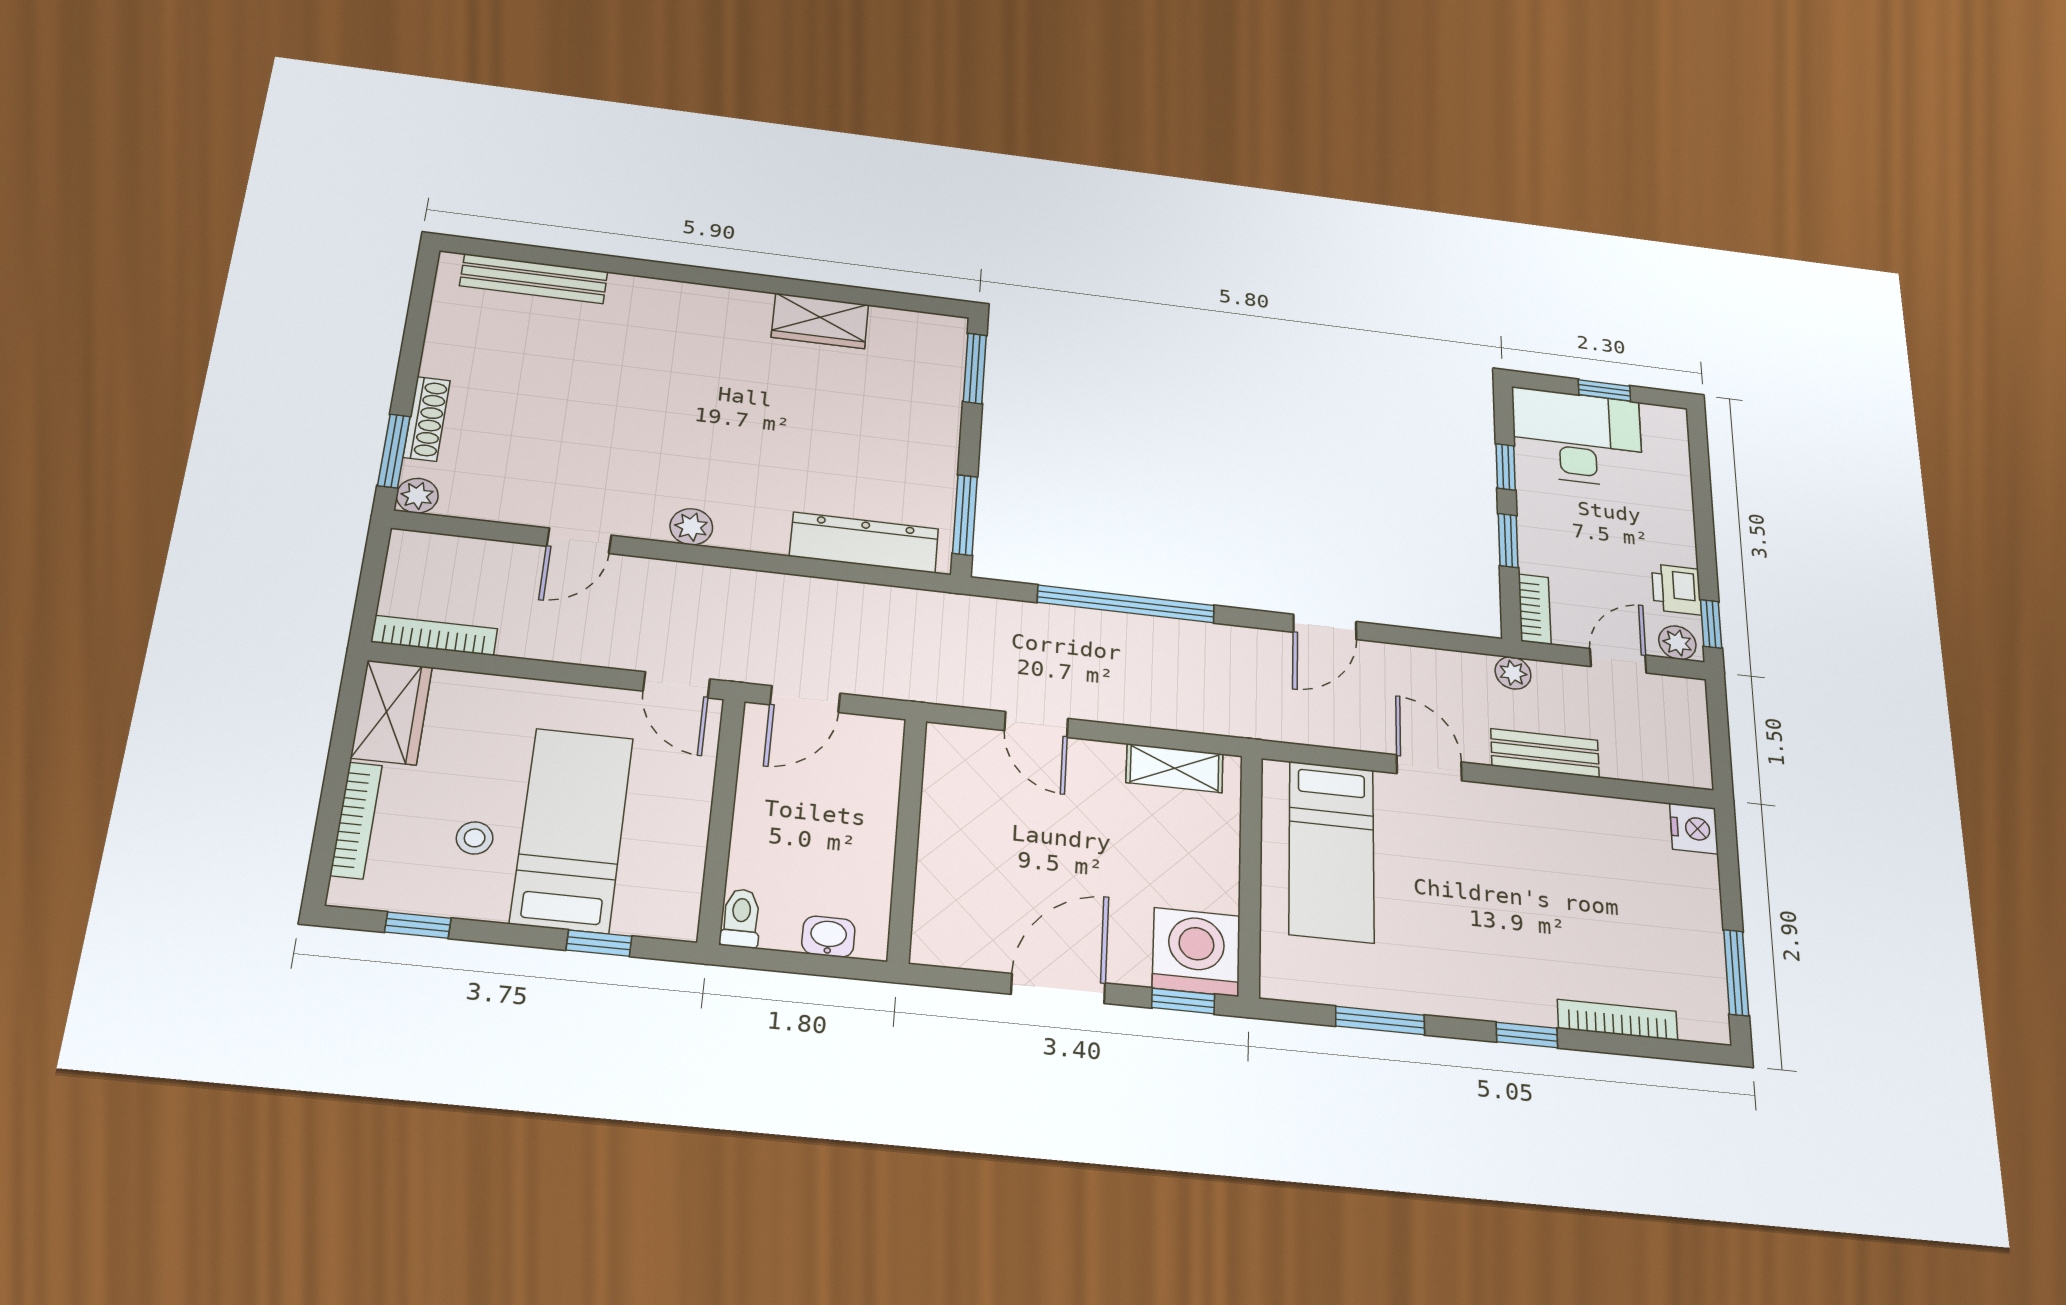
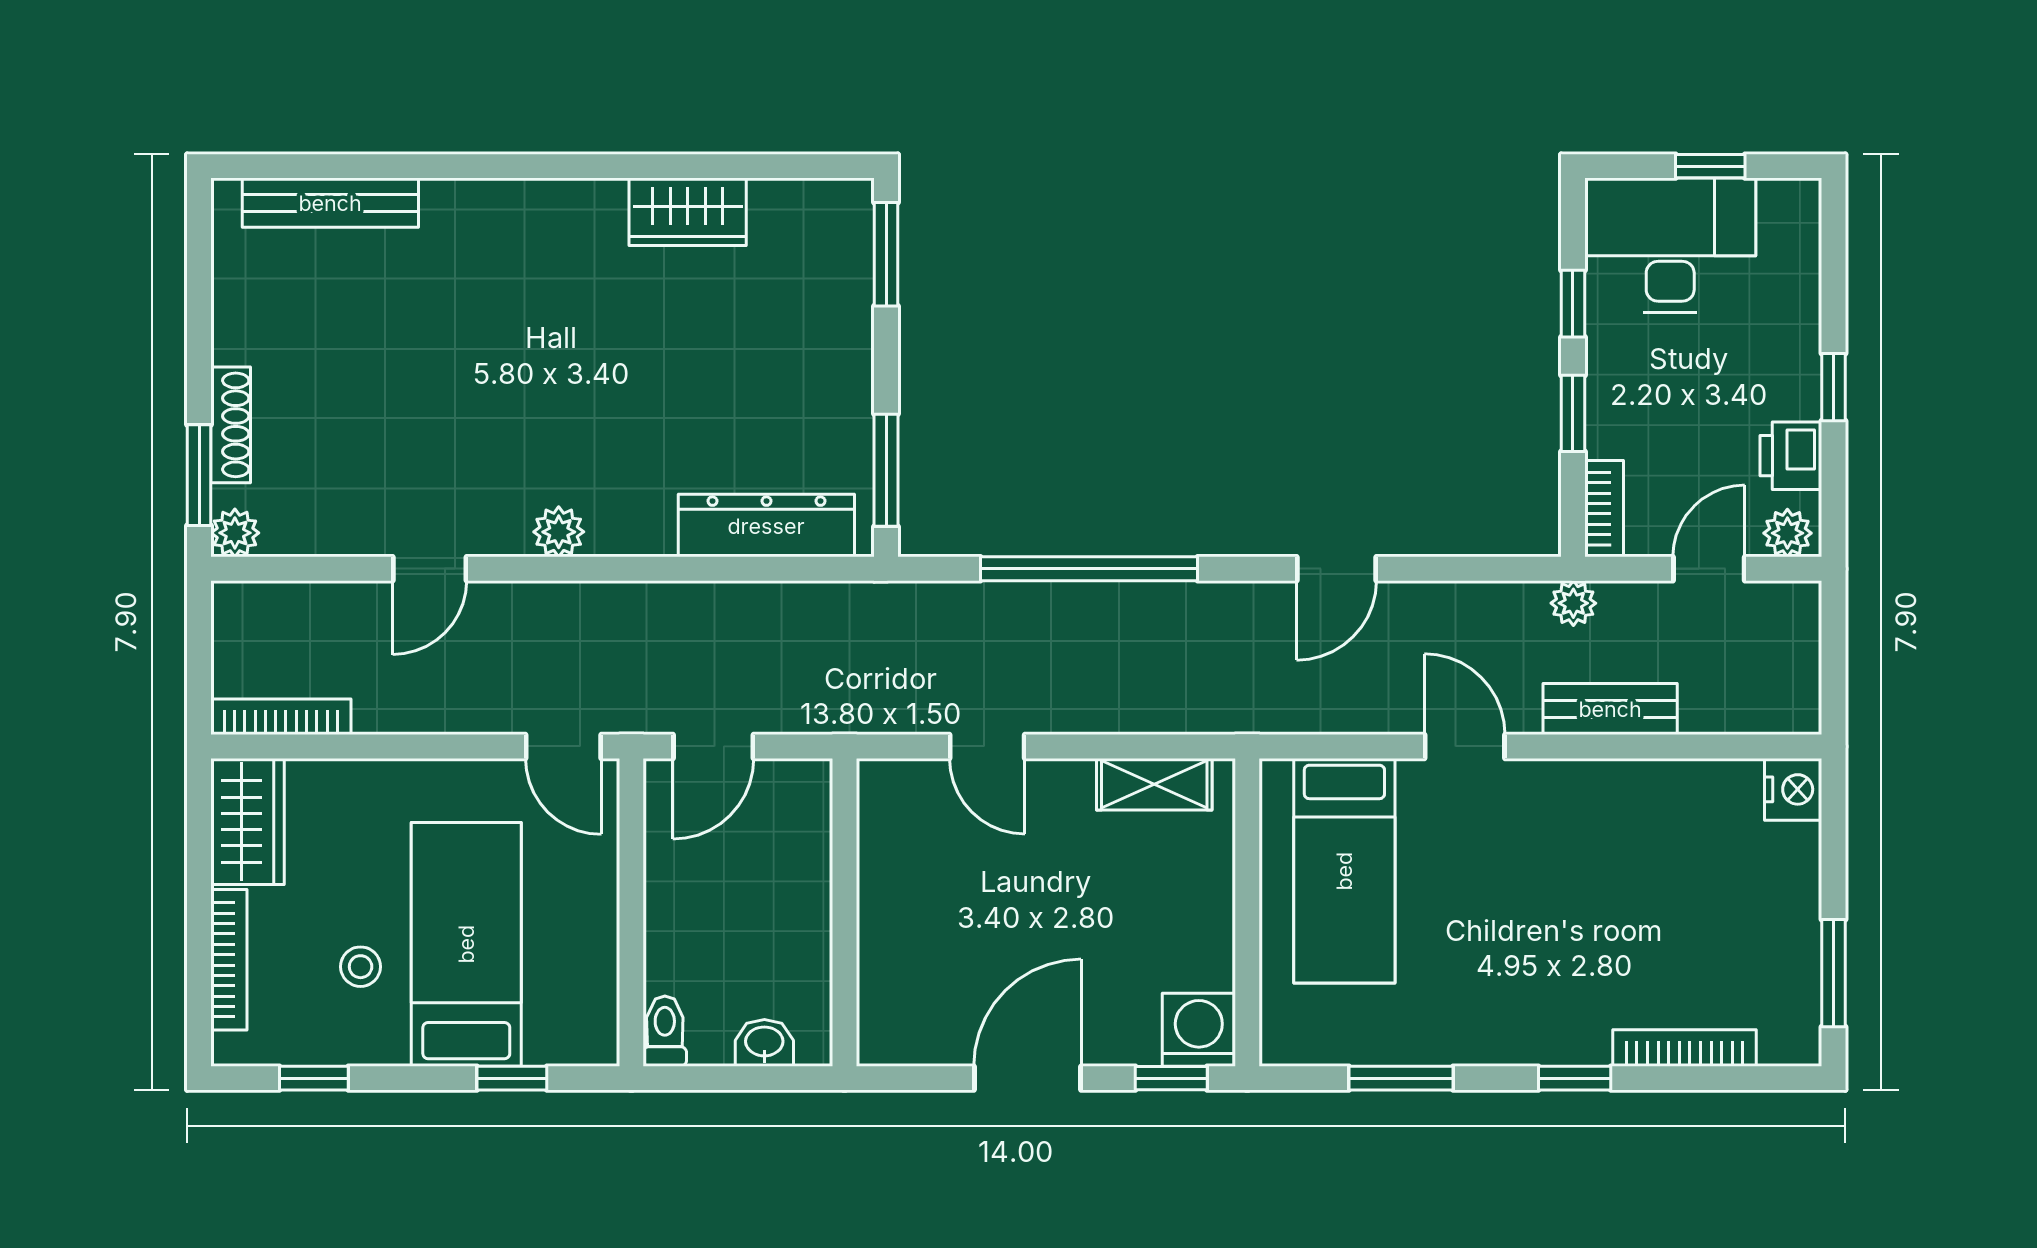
window: (1711, 624) -> (1834, 387), moved
washing machine: (1196, 952) -> (1199, 1030), width x0.73, depth x0.73

